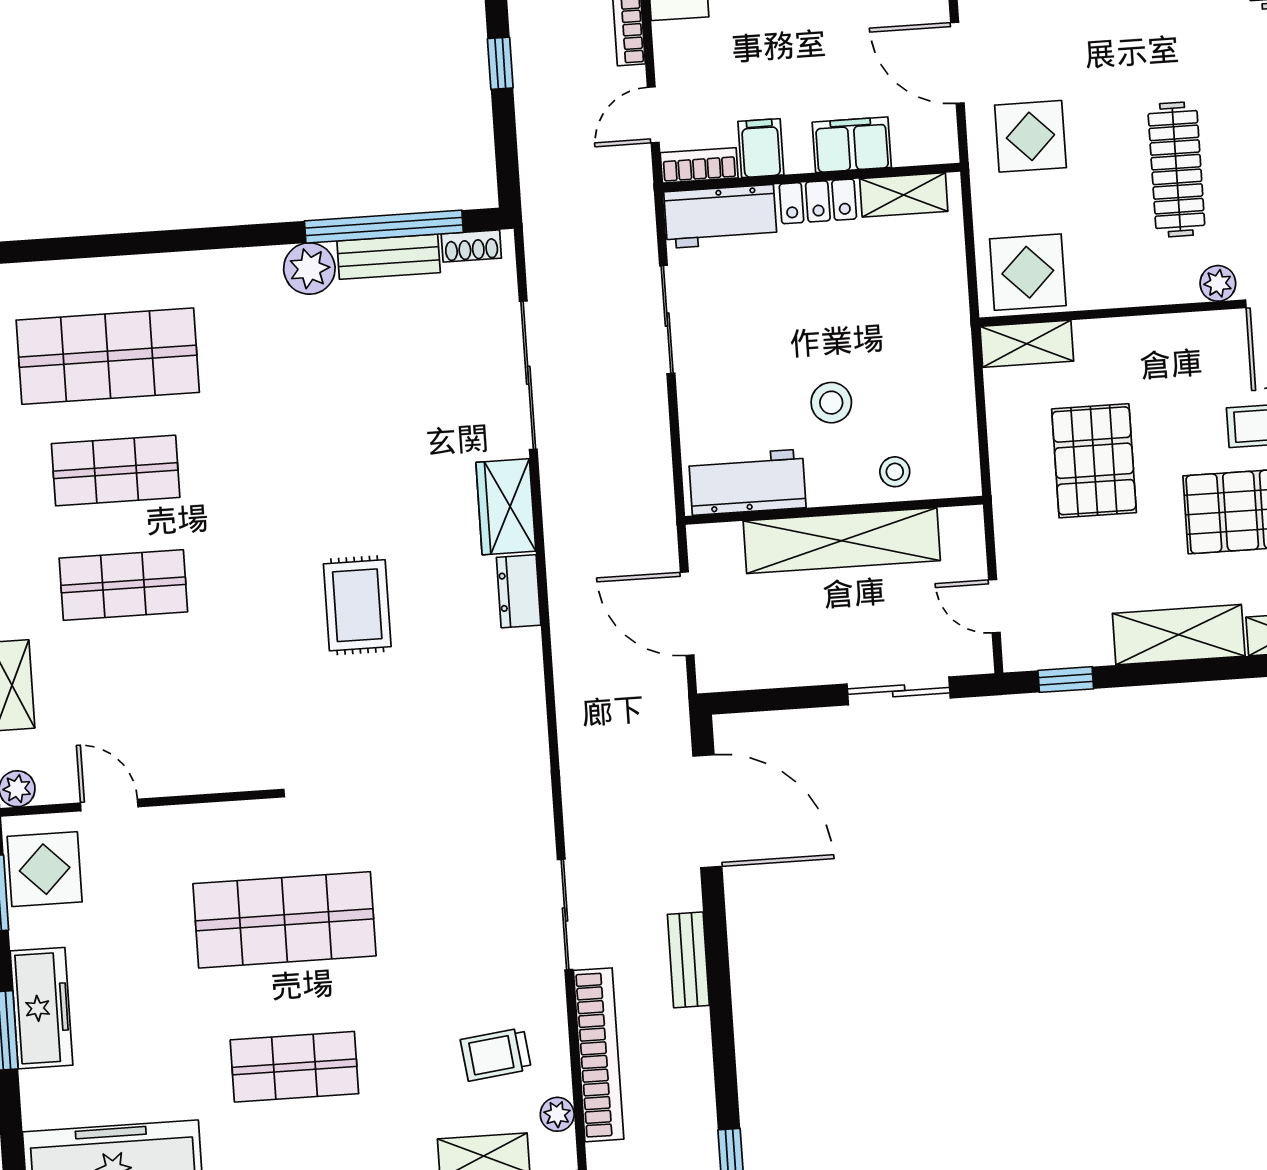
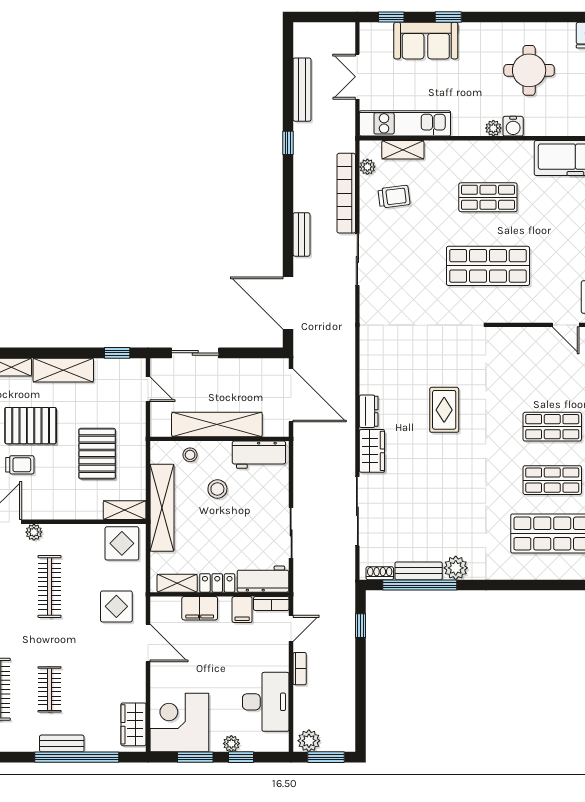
window: (500, 63) -> (360, 626), moved
shelving: (947, 354) -> (162, 508), added
door: (687, 614) -> (291, 395), width x1.36

